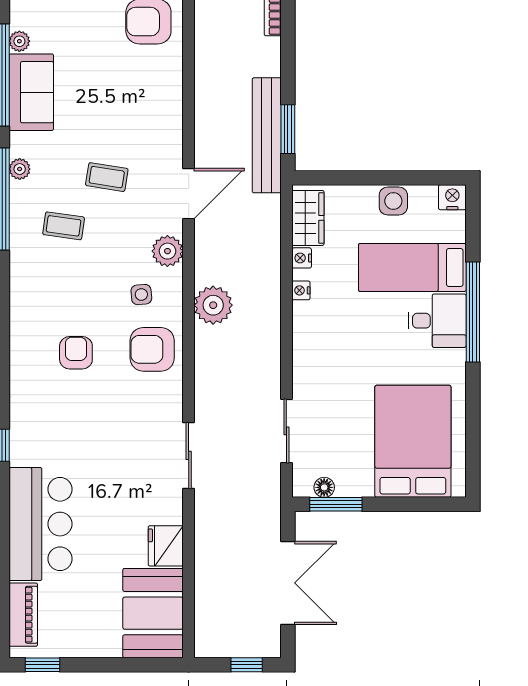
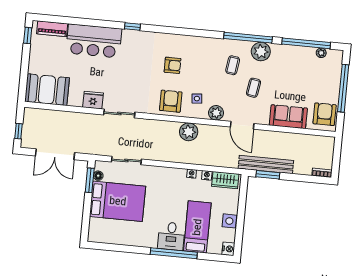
sofa: (31, 92) -> (288, 117), moved, turned 180
plant: (20, 169) -> (261, 52), width x1.88, depth x1.88
bed: (413, 441) -> (118, 201), moved
fridge: (166, 546) -> (93, 100), moved

